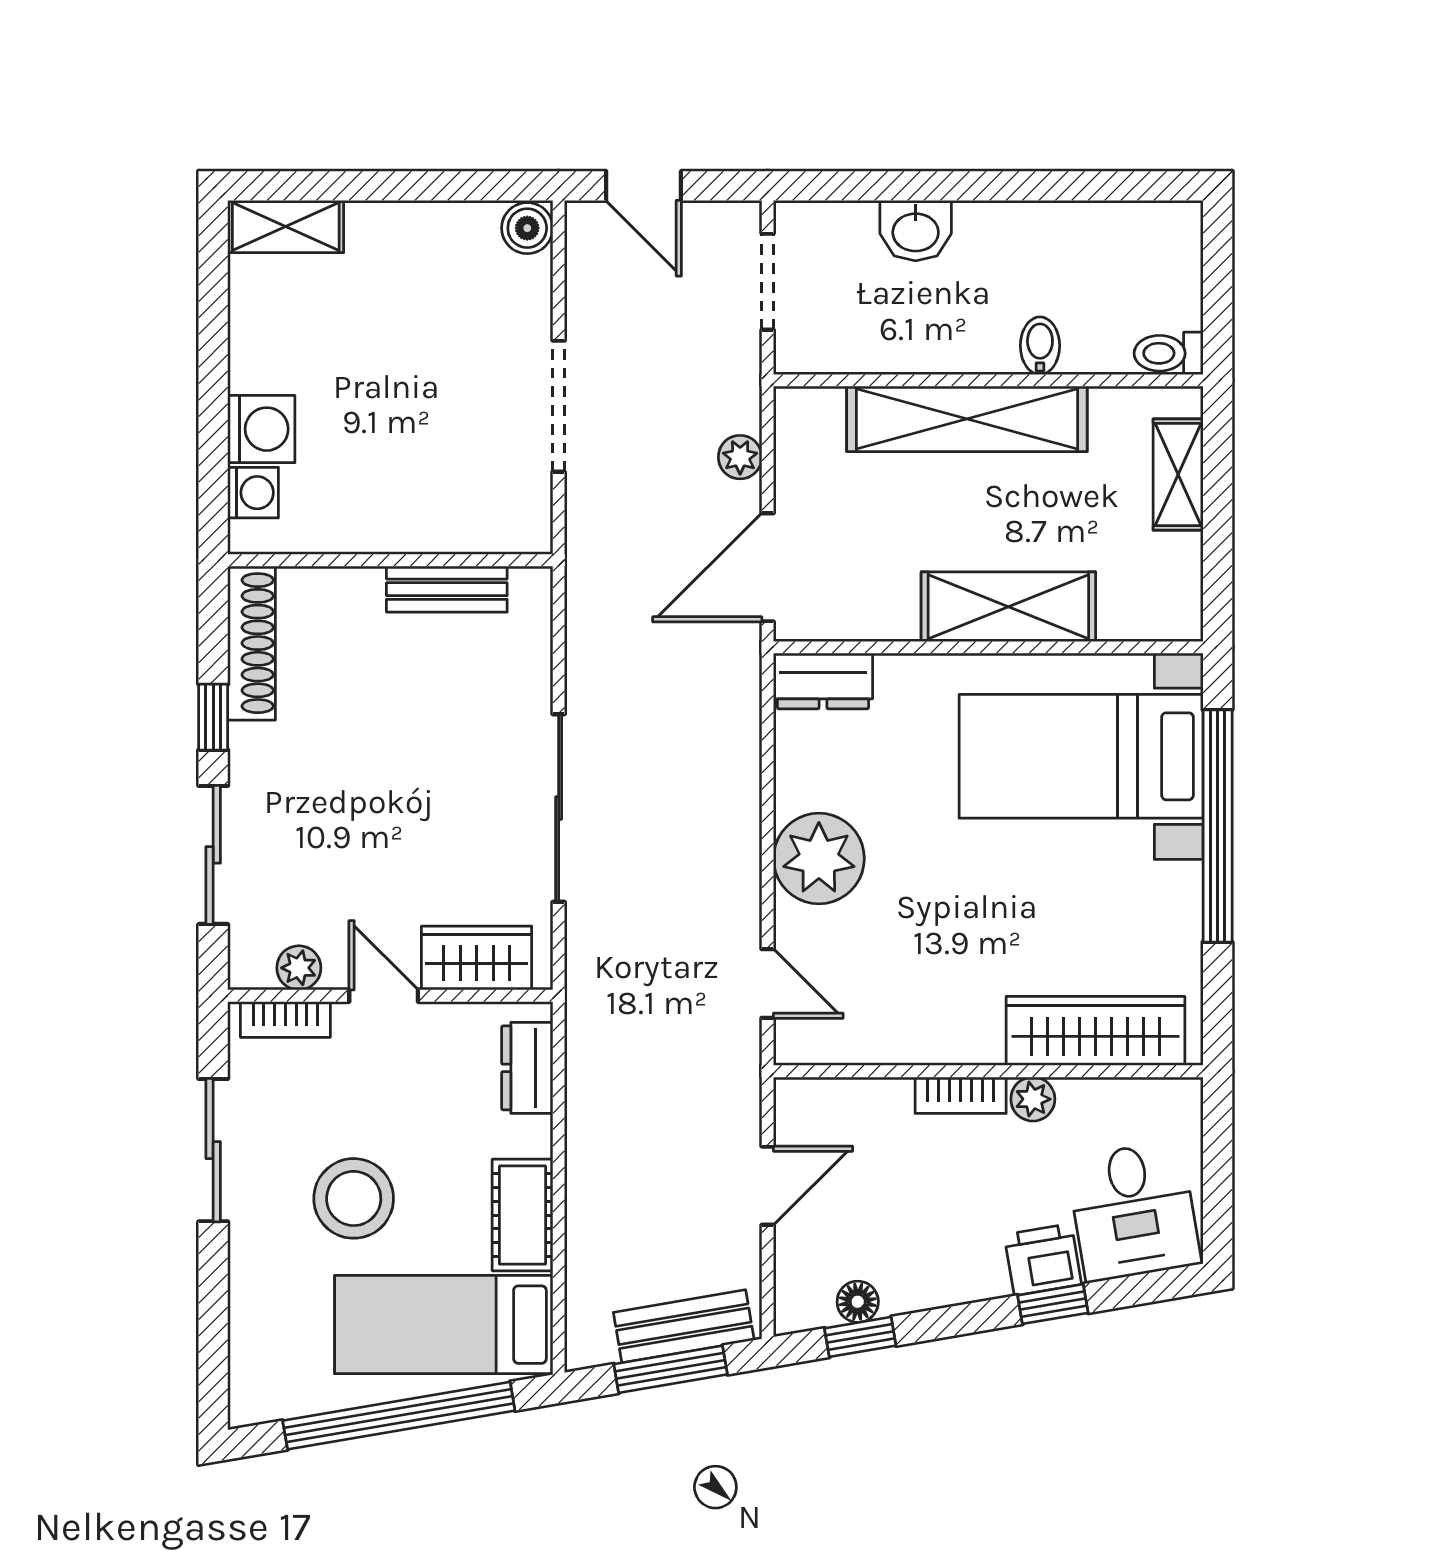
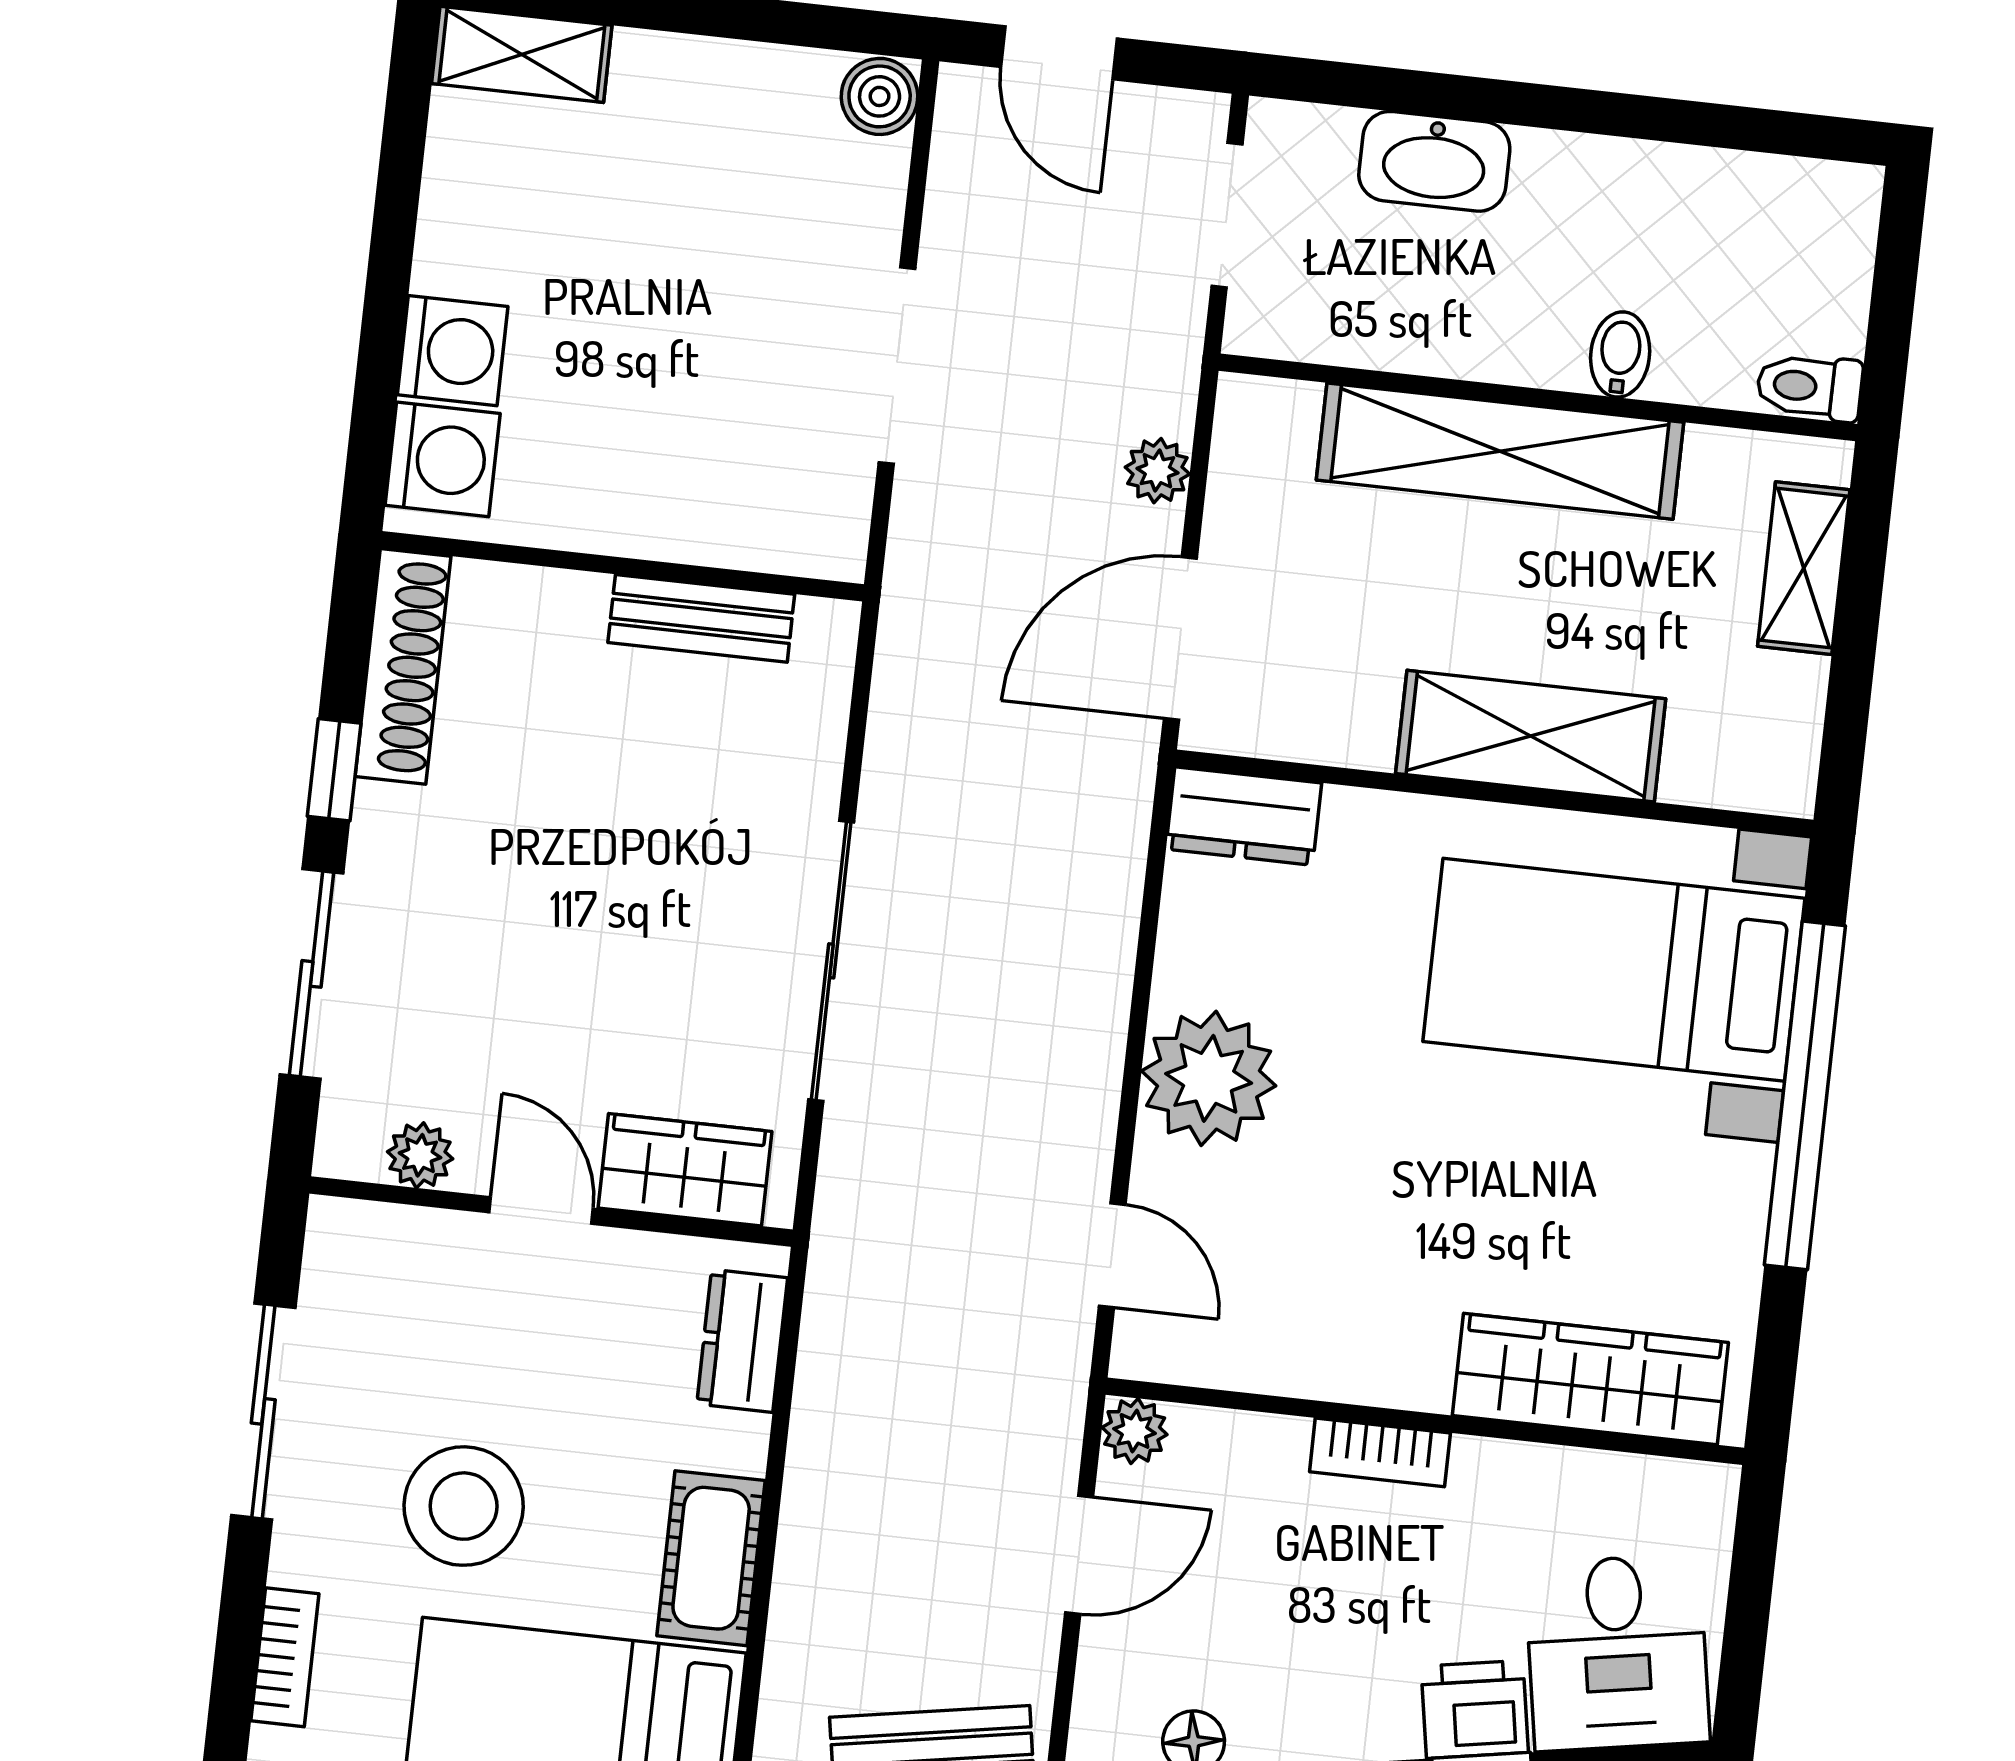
washbasin: (916, 231) -> (1434, 161), width x1.38
washing machine: (253, 493) -> (443, 459), width x1.38, depth x1.38
bookcase: (285, 1020) -> (285, 1657), moved, turned -90
plant: (1033, 1099) -> (1135, 1431), moved

